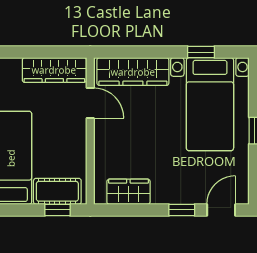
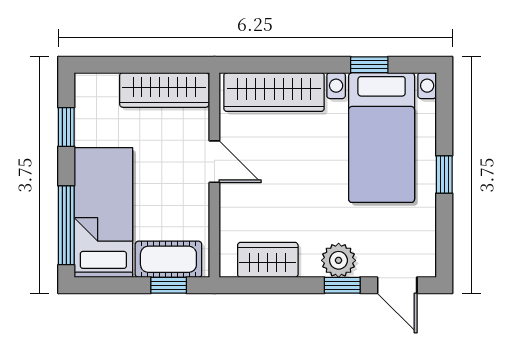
door: (90, 103) -> (214, 162), moved
plant: (179, 192) -> (339, 260), added
door: (221, 210) -> (397, 285), swing flipped

